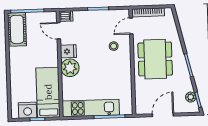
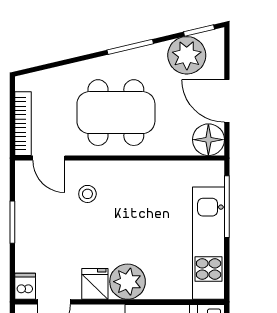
plant: (191, 97) -> (187, 55), width x1.88, depth x1.88
floor lamp: (143, 106) -> (208, 140), added

